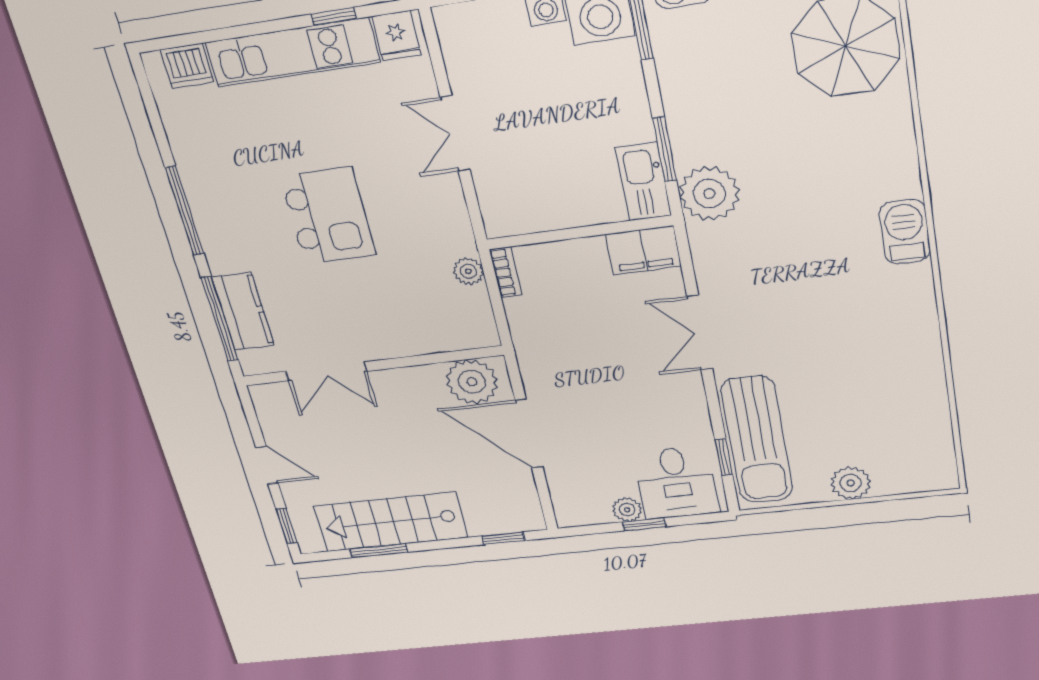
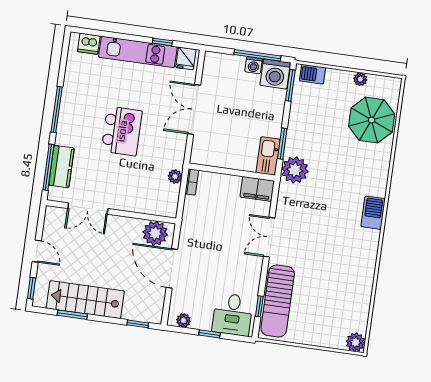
double door: (455, 134) -> (194, 110), width x1.37
plant: (851, 483) -> (356, 342), moved
plant: (627, 510) -> (183, 320), moved

